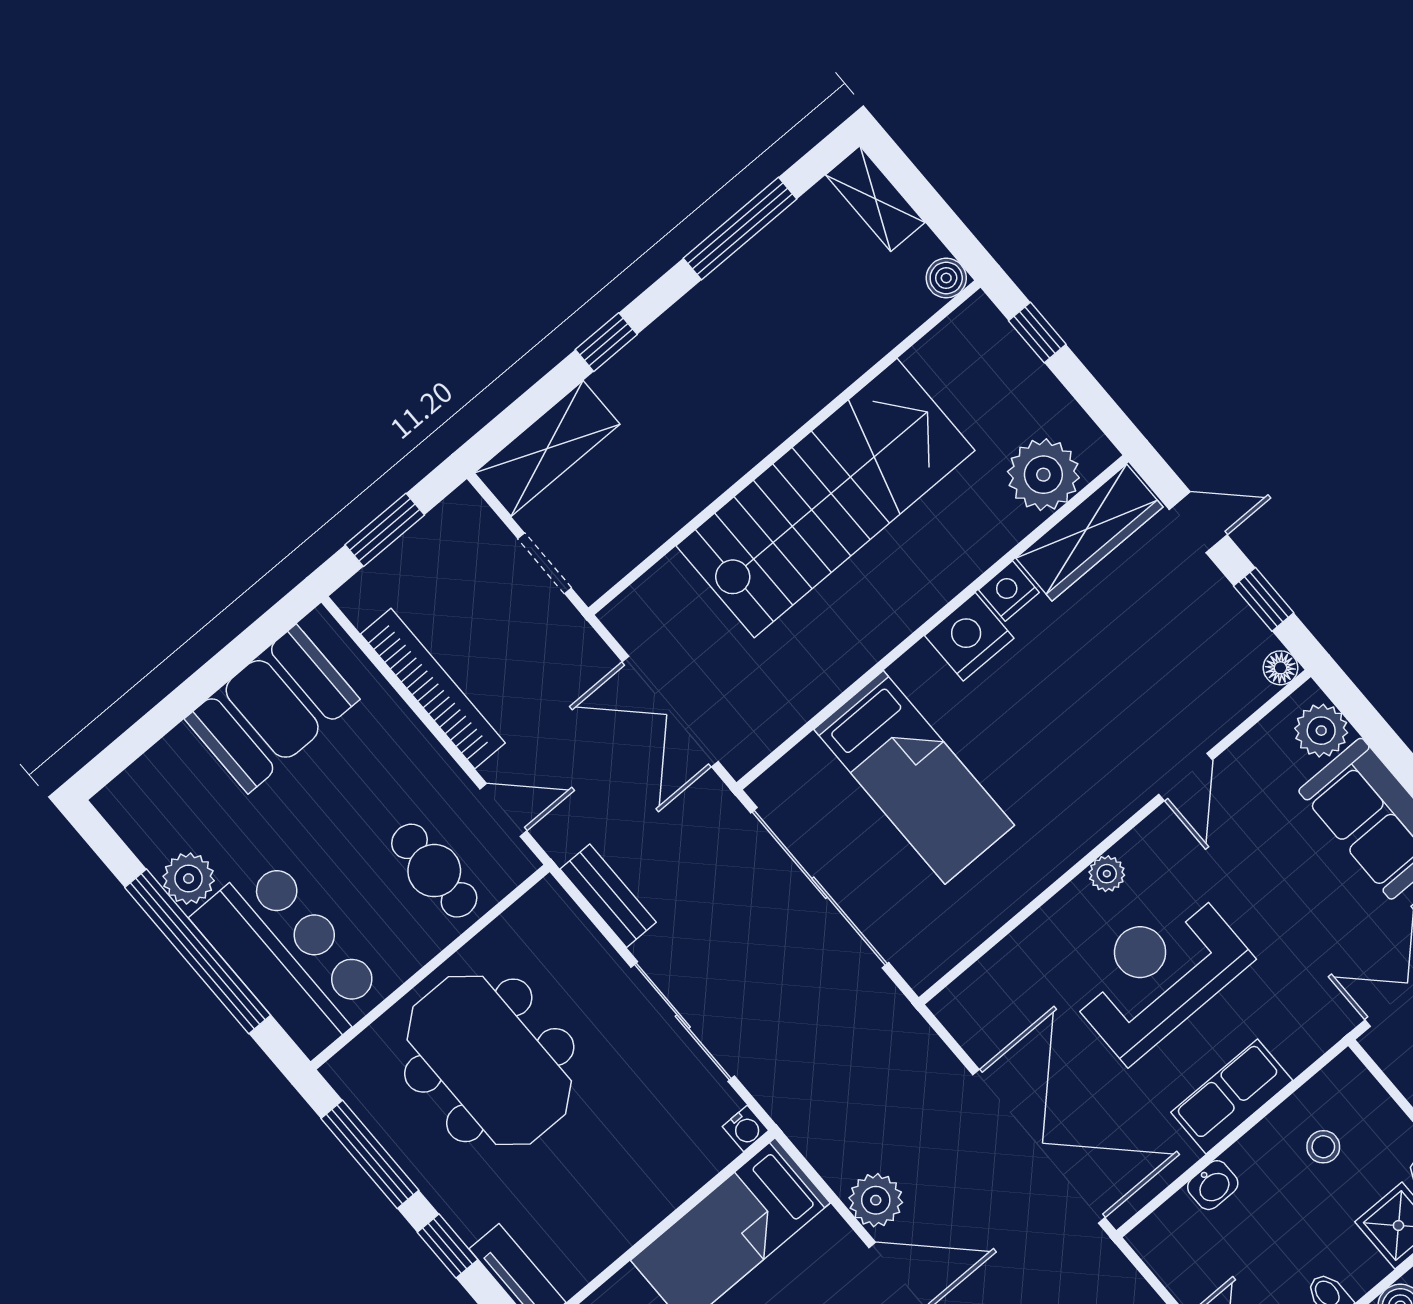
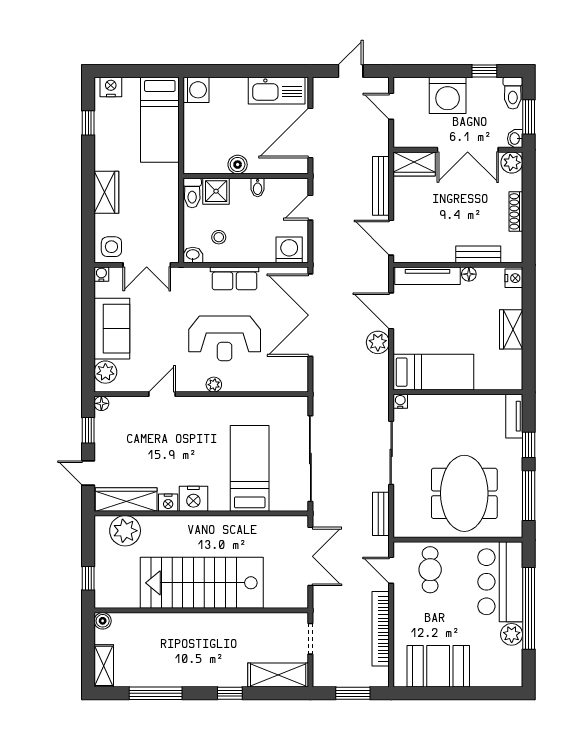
washbasin: (1213, 1185) -> (193, 255), moved
washing machine: (1177, 1231) -> (289, 250), added

